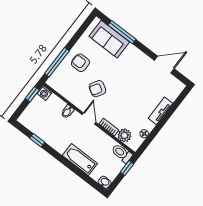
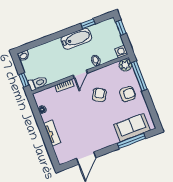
window: (32, 94) -> (121, 28), moved
door: (89, 118) -> (80, 74), hinge flipped
plant: (124, 135) -> (125, 65), moved
bathtub: (80, 159) -> (76, 39), moved

